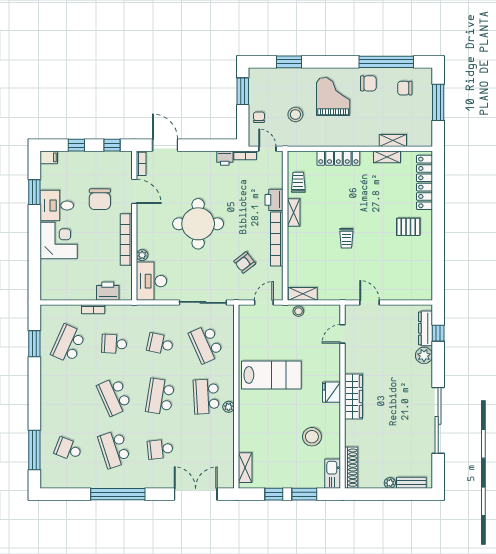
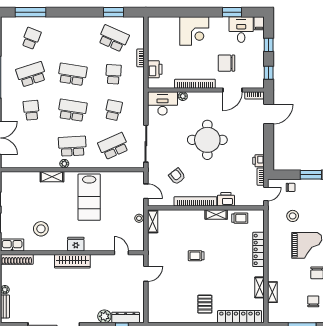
desk: (57, 205) -> (241, 30), moved
school desk: (114, 396) -> (72, 74), turned 33
shelving: (245, 468) -> (52, 177), moved

